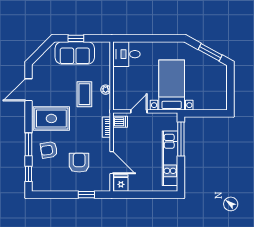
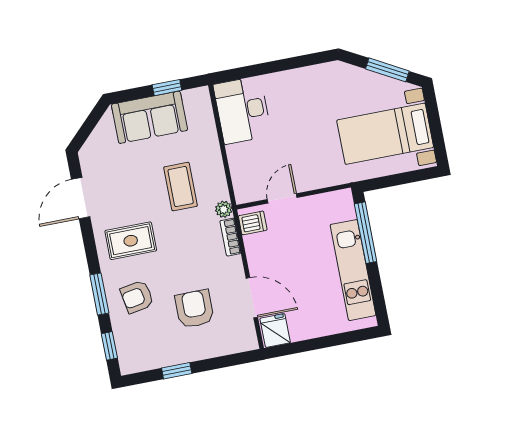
window: (76, 38) -> (167, 88), moved
desk: (126, 54) -> (242, 110), width x1.37
bed with nightstands: (172, 85) -> (385, 134), moved, turned -90
plant: (106, 90) -> (224, 209), moved
rug: (51, 118) -> (131, 241), width x0.73, depth x0.70
window: (86, 195) -> (177, 371), moved

